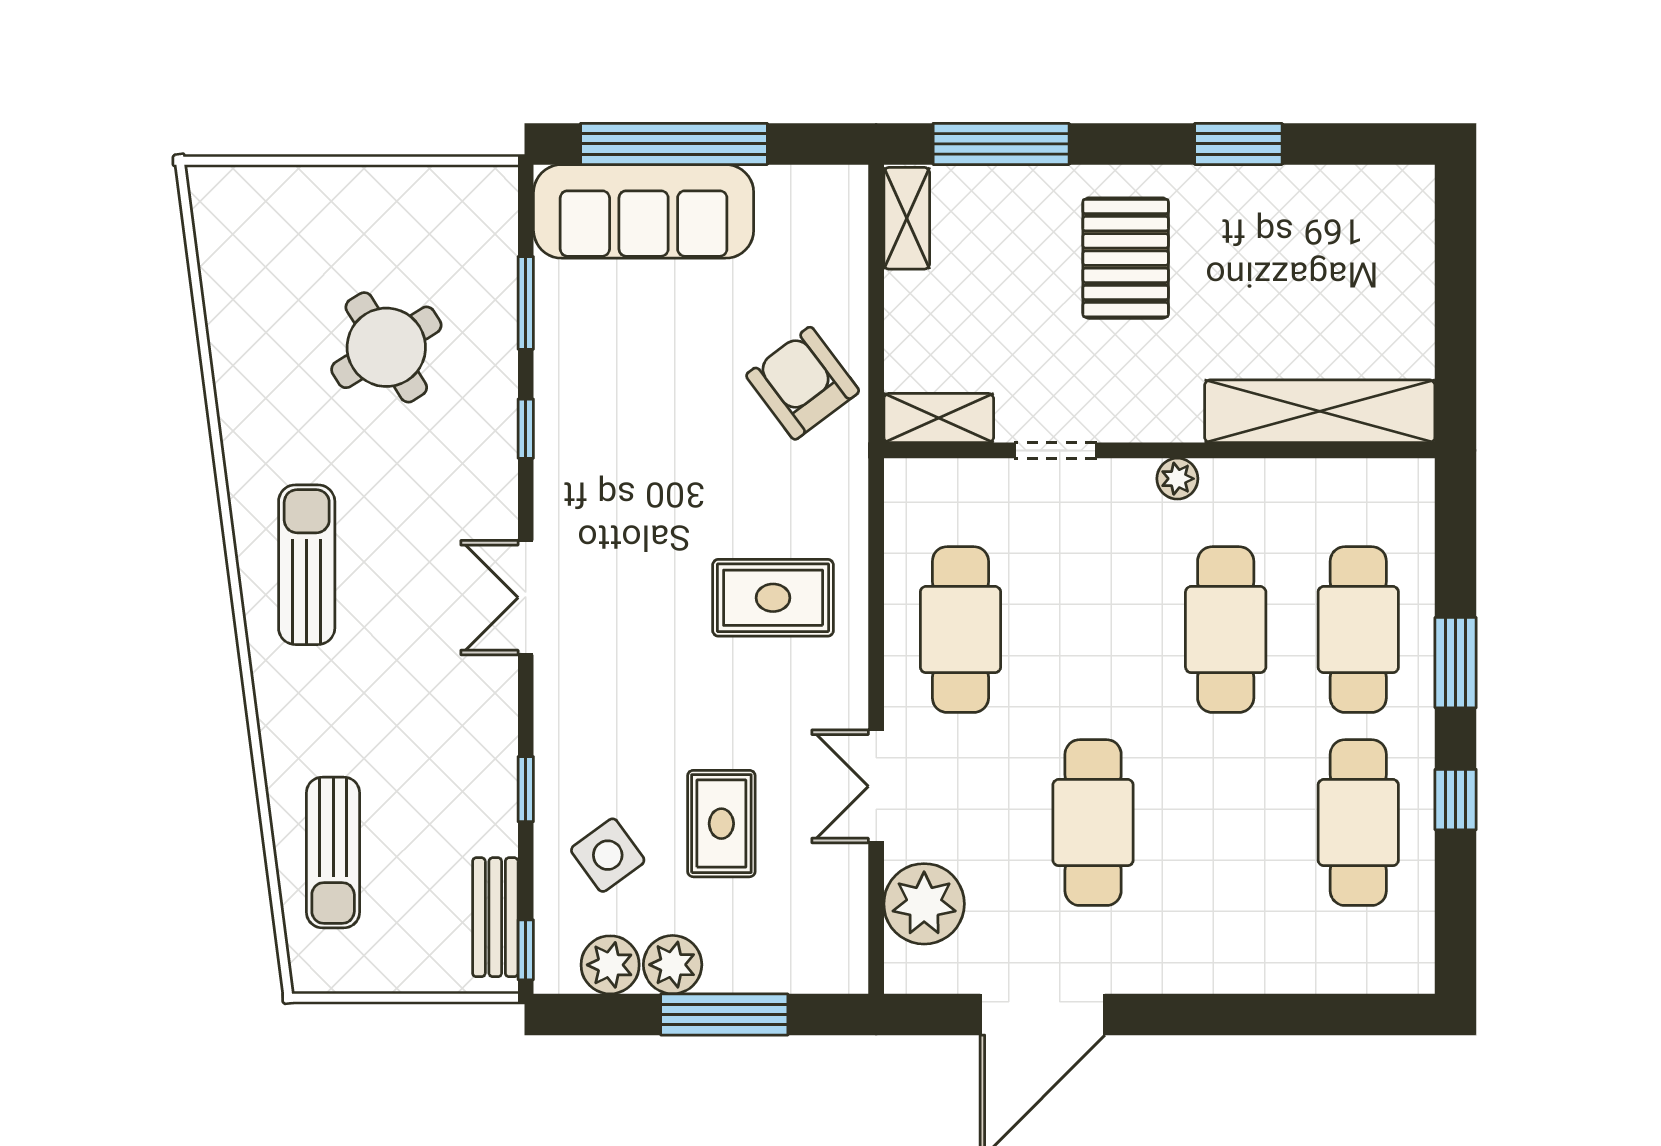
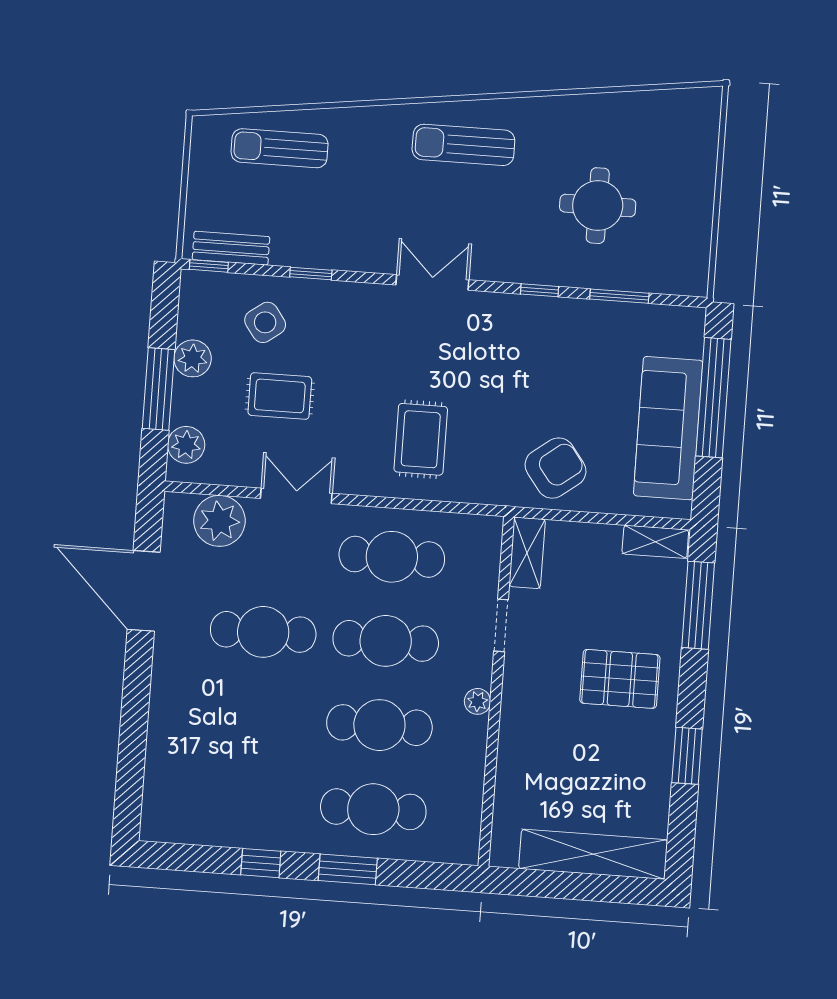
sofa: (644, 211) -> (668, 428), moved
round table: (386, 347) -> (598, 206), turned 32
shelving: (1320, 411) -> (593, 854), moved, turned 90
sun lounger: (307, 565) -> (463, 145), turned 180
cafe table: (1358, 823) -> (386, 641), moved
plant: (610, 965) -> (186, 445), moved

